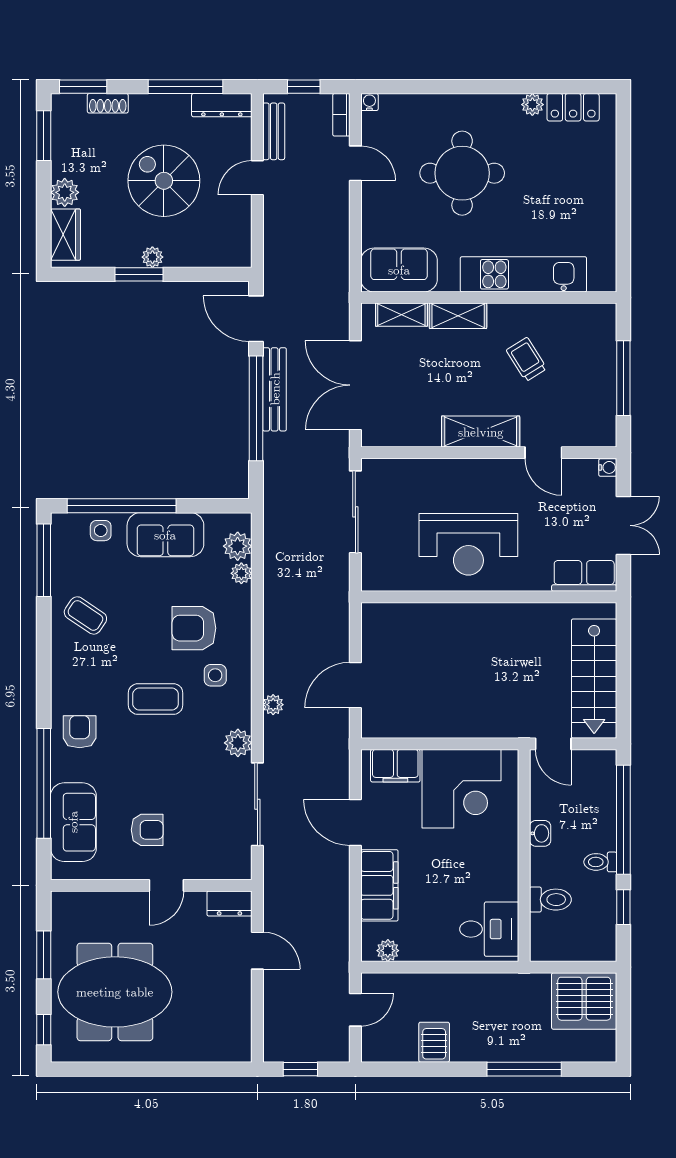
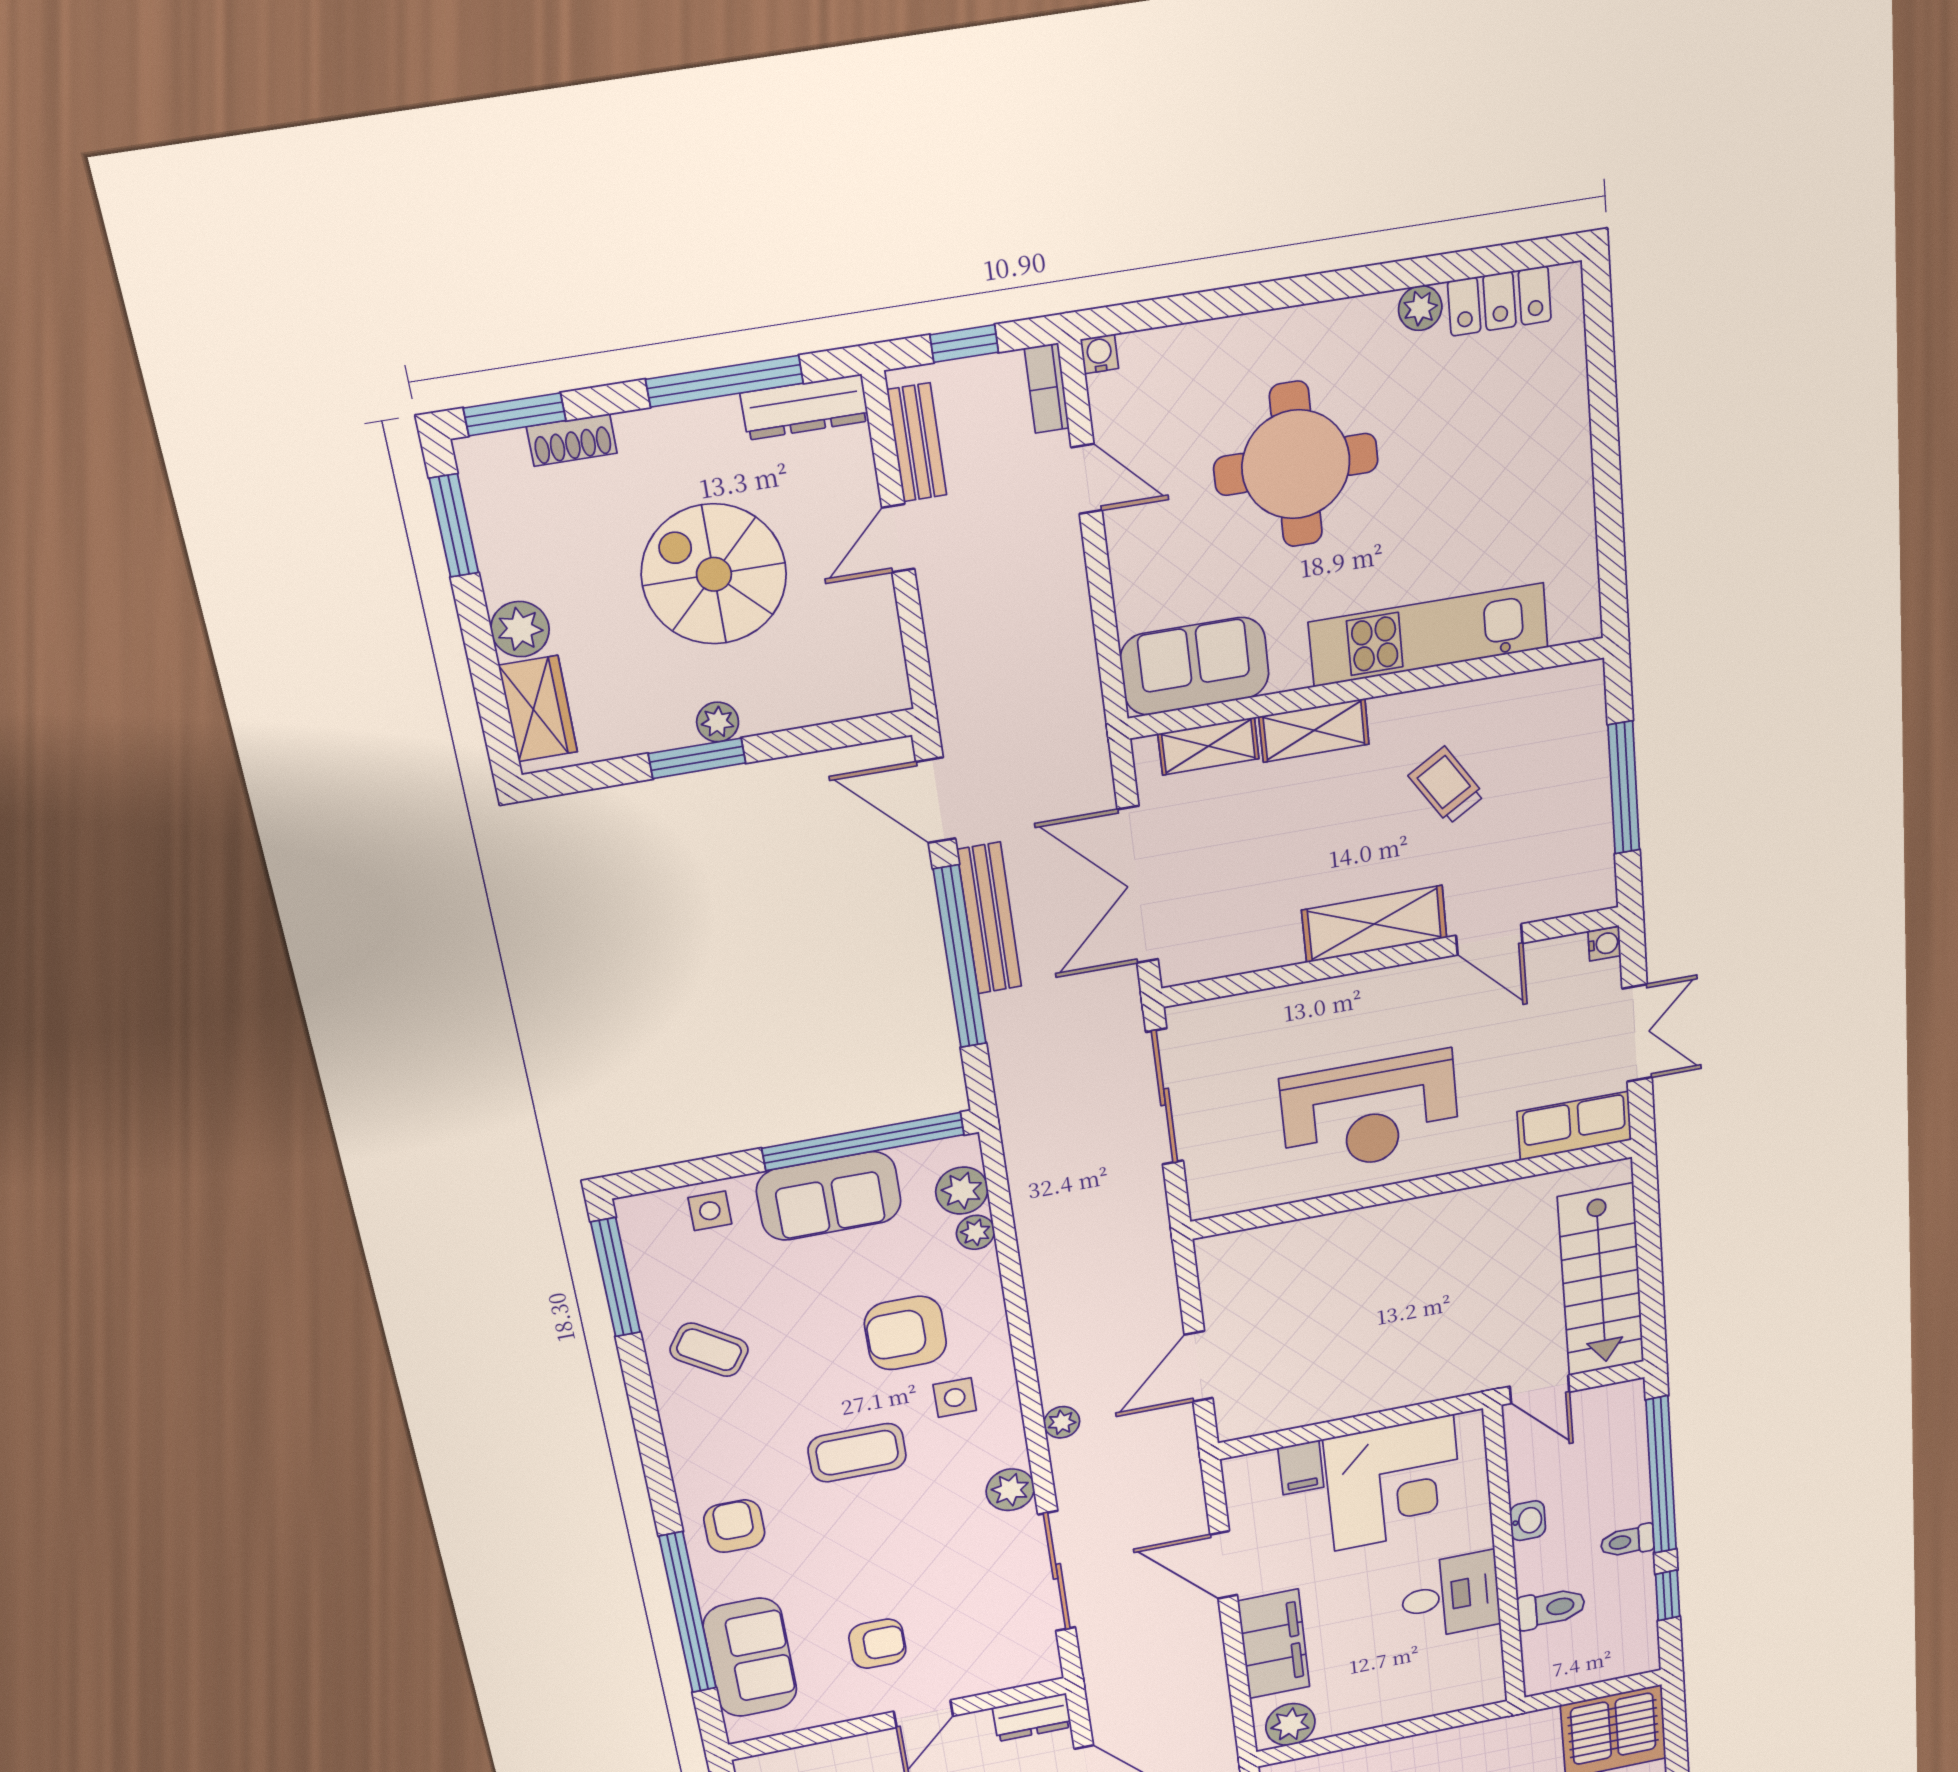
window: (122, 506) -> (863, 1141), moved
filing cabinet: (395, 766) -> (1301, 1468), width x0.50
desk: (489, 929) -> (1450, 1596), moved
plant: (388, 951) -> (1290, 1724), width x1.38, depth x1.38

